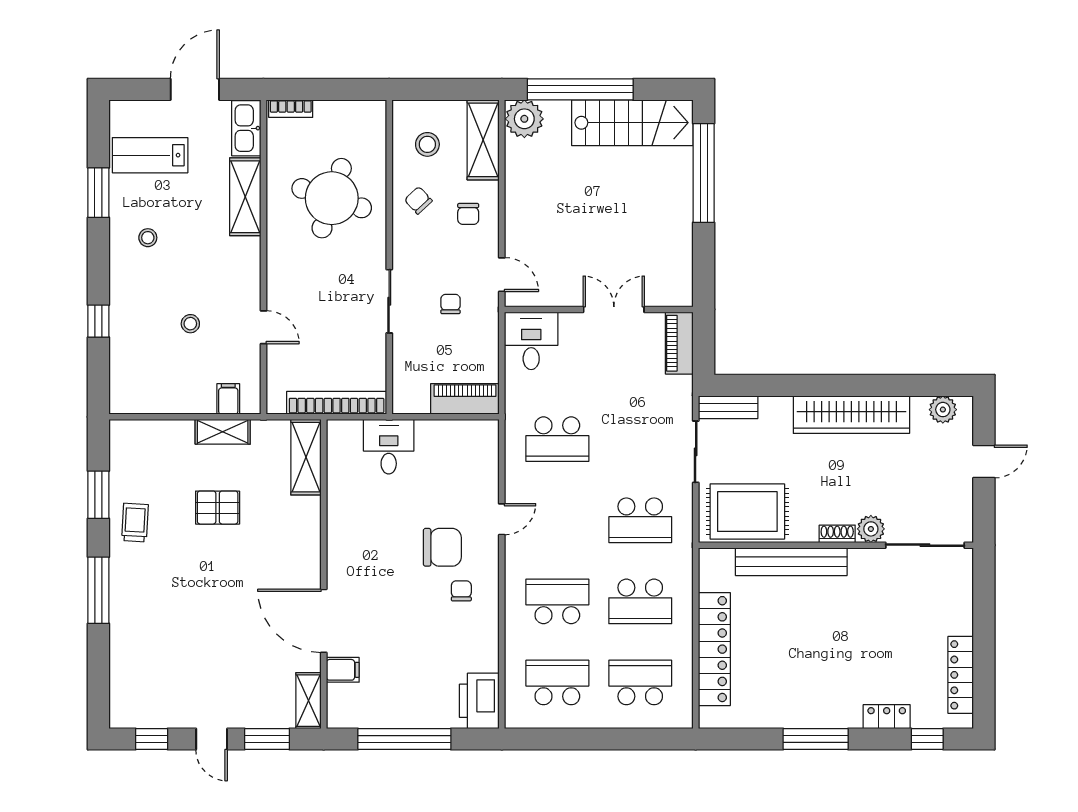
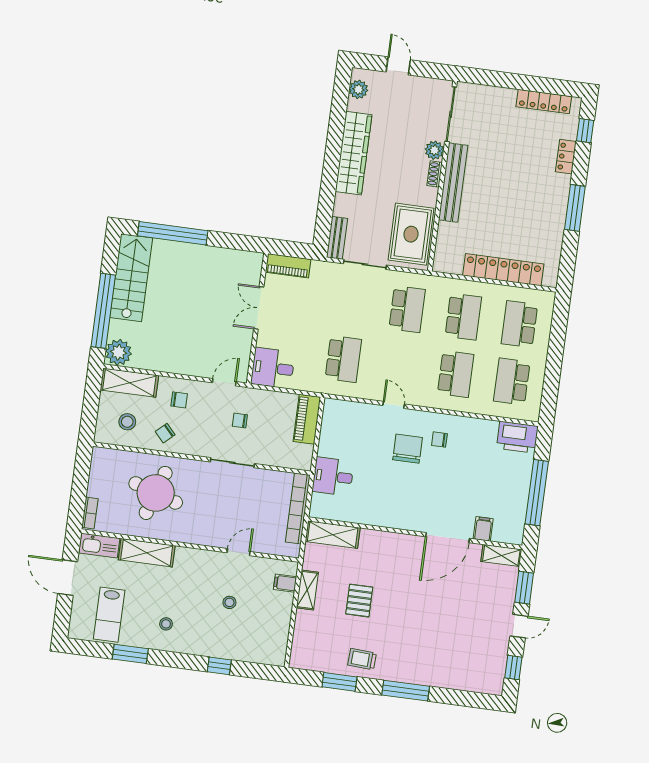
bench: (791, 562) -> (453, 183), moved
school desk: (557, 601) -> (456, 374), turned 180

